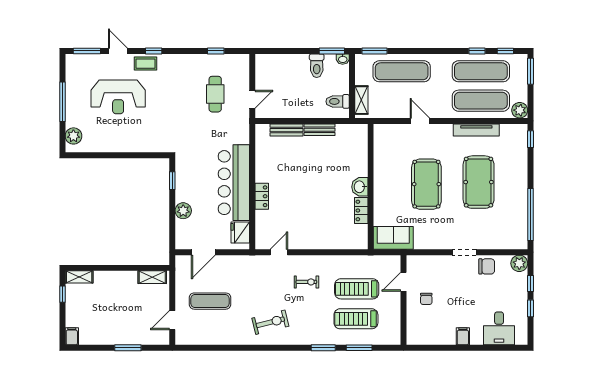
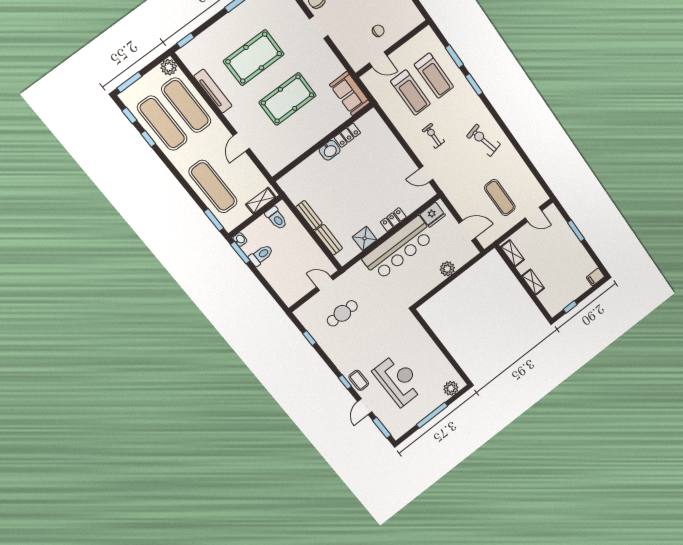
shower: (264, 160) -> (365, 238), added
window: (172, 181) -> (431, 294), removed
shelving: (79, 277) -> (533, 282), moved

